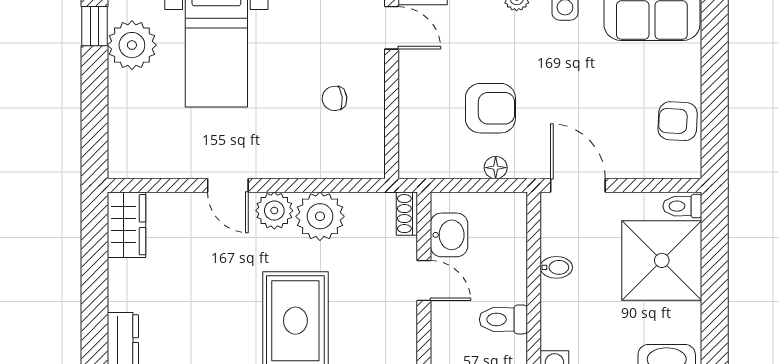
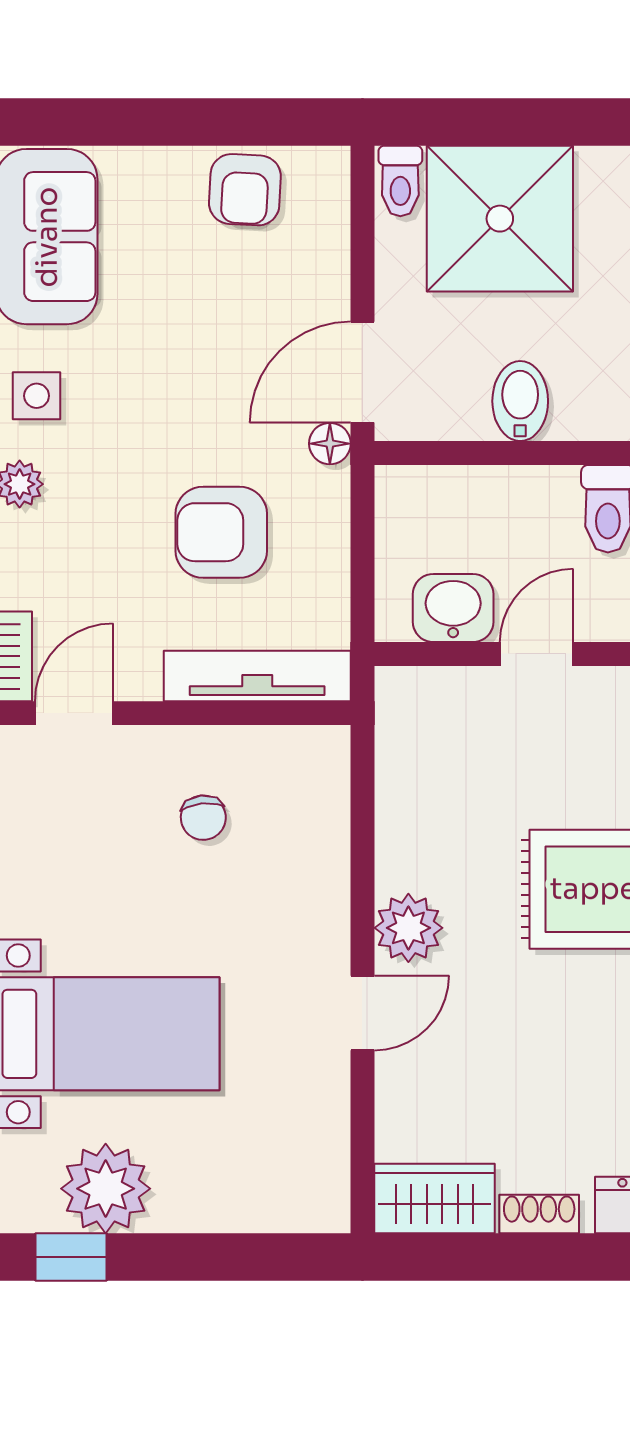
armchair: (490, 108) -> (221, 532), turned -90
tv unit: (412, 128) -> (257, 676), added
floor lamp: (496, 168) -> (330, 444), moved
shoe rack: (407, 214) -> (539, 1214), moved, turned 180
plant: (320, 216) -> (419, 844), removed
bidet: (556, 267) -> (520, 401), width x1.38, depth x1.36

